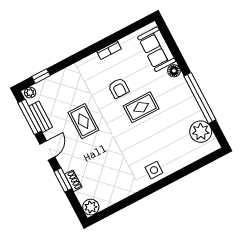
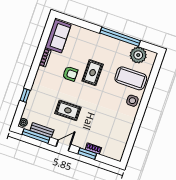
sofa: (157, 49) -> (58, 36), moved, turned -90
floor lamp: (174, 71) -> (92, 35), removed
window: (41, 76) -> (25, 95), moved
coffee table: (173, 147) -> (131, 78), added
door: (47, 151) -> (63, 145), hinge flipped
plant: (91, 207) -> (117, 154), removed

